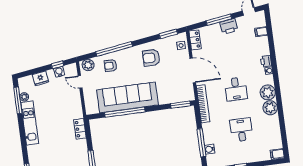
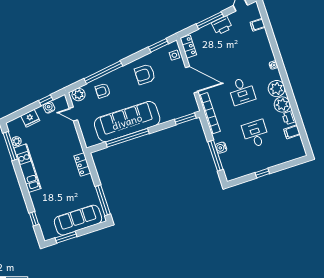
printer: (266, 61) -> (289, 118), moved
water cooler: (210, 149) -> (221, 148), moved
filing cabinet: (277, 154) -> (292, 132), moved

